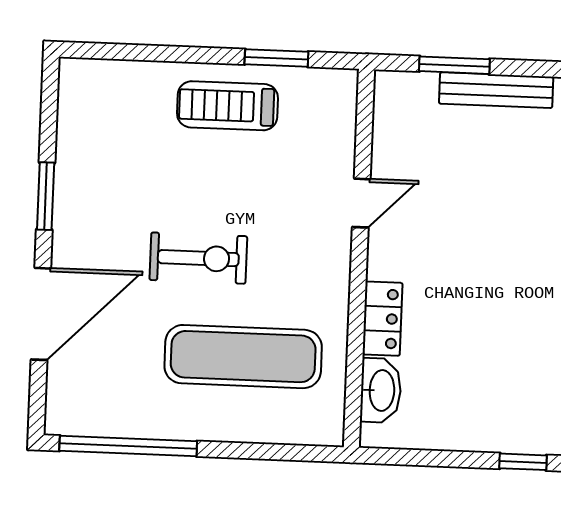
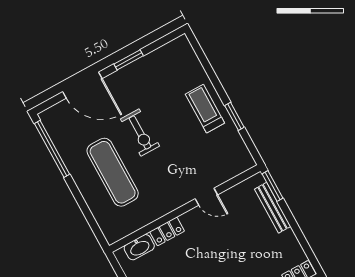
door: (361, 203) -> (206, 197), moved
wall: (359, 258) -> (185, 208), moved
locker: (383, 319) -> (167, 231), moved
washbasin: (381, 390) -> (139, 247), moved

